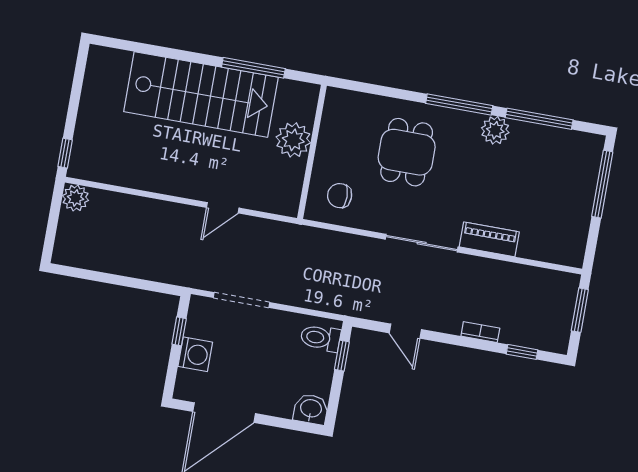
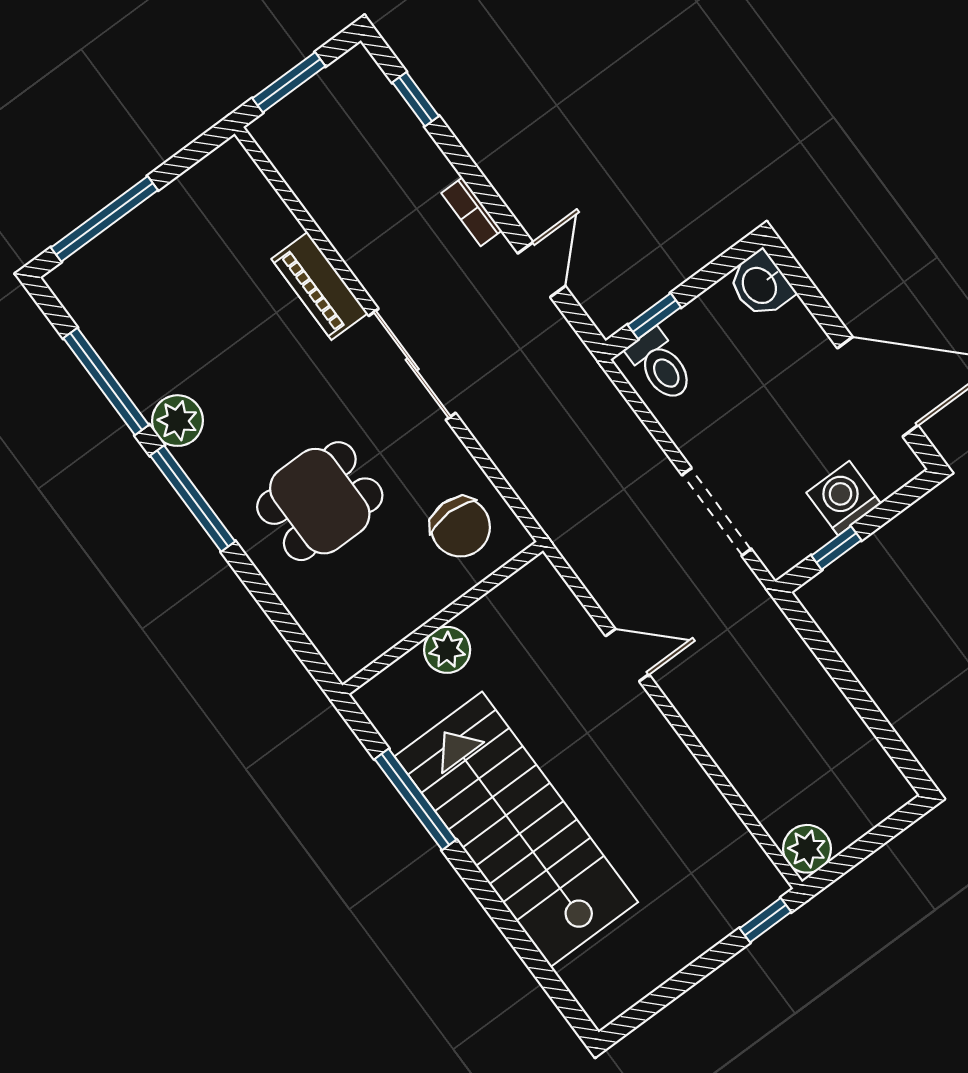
plant: (293, 140) -> (447, 650), width x0.73, depth x0.73
chair: (340, 196) -> (460, 527), width x1.37, depth x1.37
bookcase: (480, 332) -> (471, 212), moved

